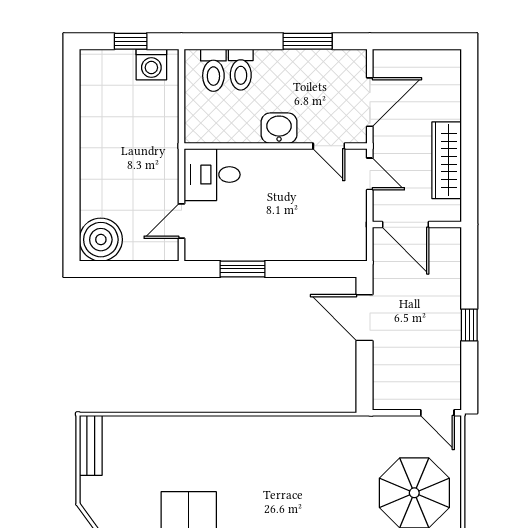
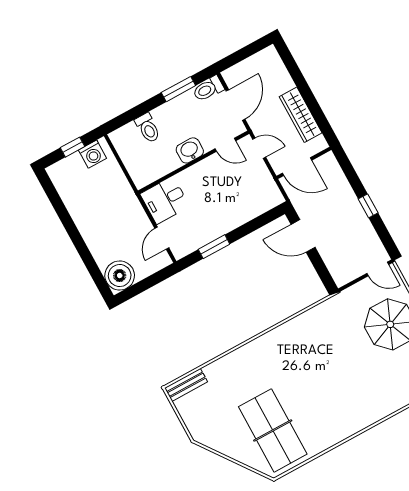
toilet: (213, 70) -> (208, 89), moved, turned 90
bench: (91, 445) -> (186, 385), moved, turned 90

